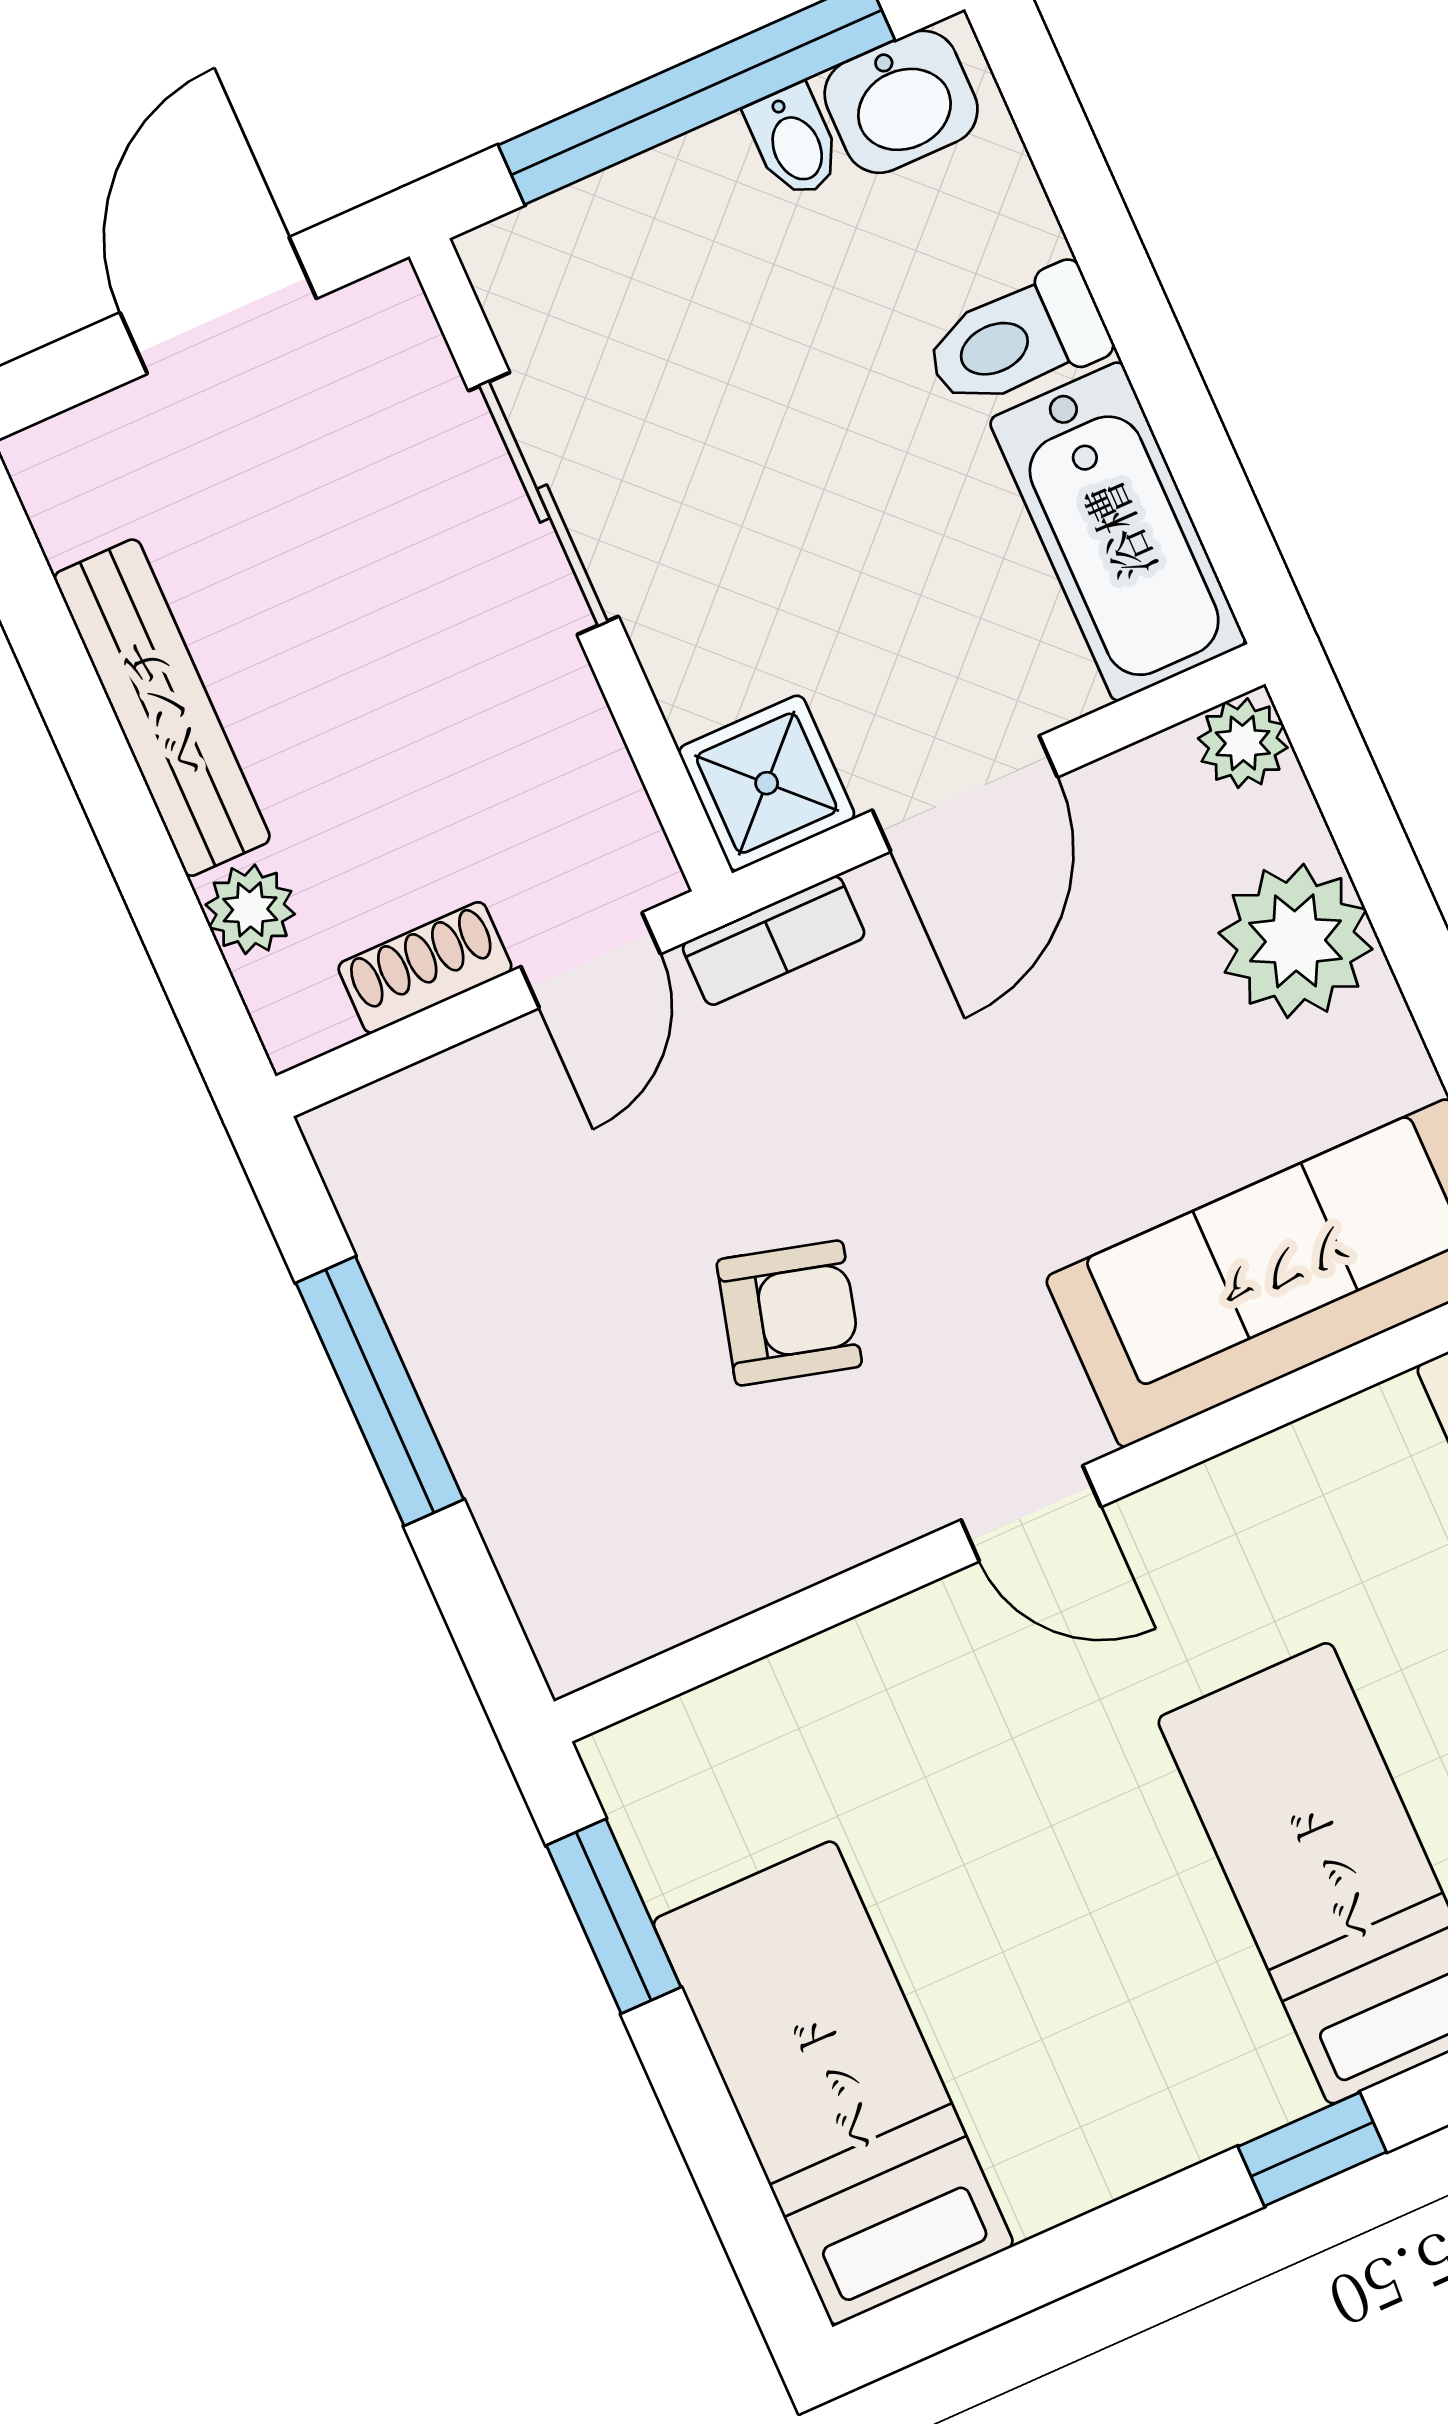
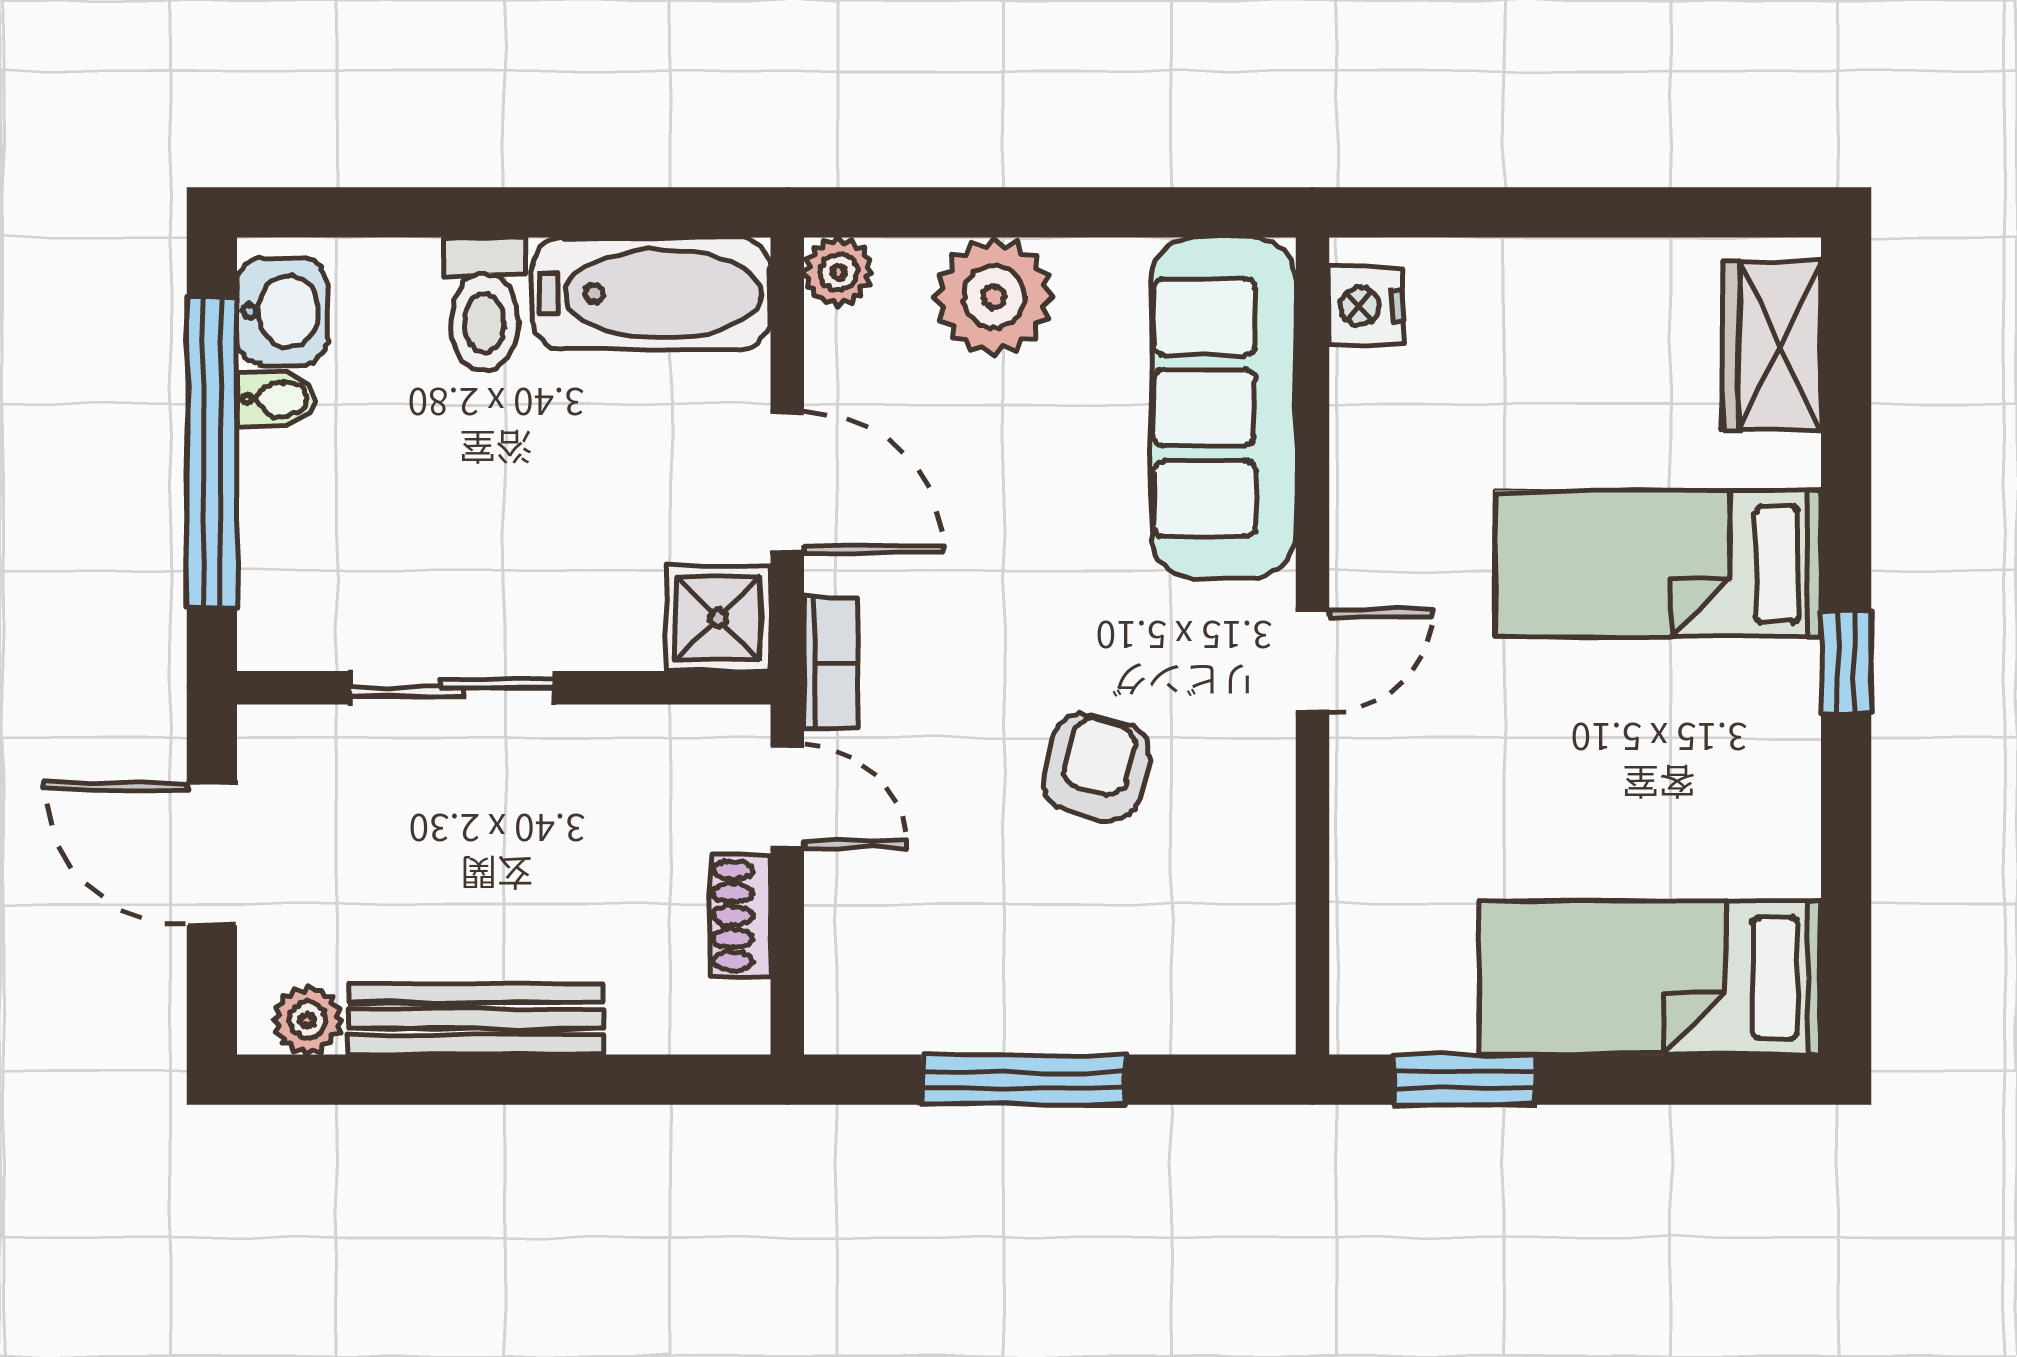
plant: (250, 909) -> (307, 1020), moved

